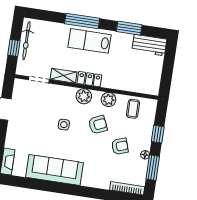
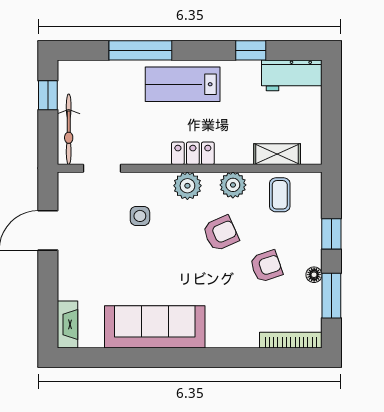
window: (82, 21) -> (140, 50), moved
window: (129, 28) -> (251, 50), width x0.67
bicycle: (26, 41) -> (69, 129), moved
window: (14, 48) -> (48, 95), moved
shelving: (64, 76) -> (277, 154), moved
side table: (64, 125) -> (140, 216), moved

